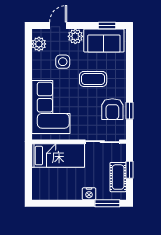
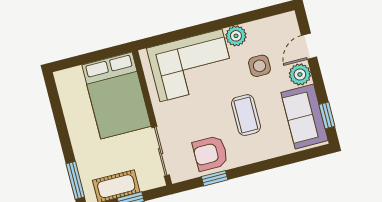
door: (58, 25) -> (309, 46), swing flipped
plant: (39, 44) -> (236, 36), moved
bed: (58, 156) -> (116, 96), width x1.50
nightstand: (89, 194) -> (82, 151), removed

